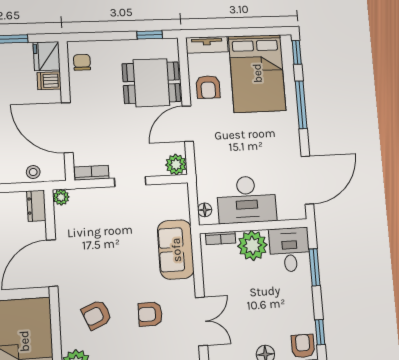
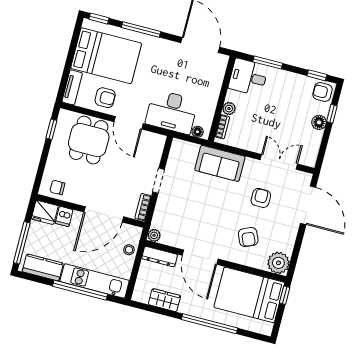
plant: (176, 164) -> (157, 142), removed
desk: (247, 200) -> (172, 112), moved, turned 90
dresser: (36, 206) -> (160, 257), width x1.44
plant: (252, 245) -> (229, 109), width x0.53, depth x0.53
armchair: (150, 314) -> (261, 198), turned 180

